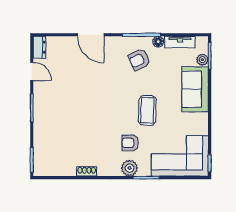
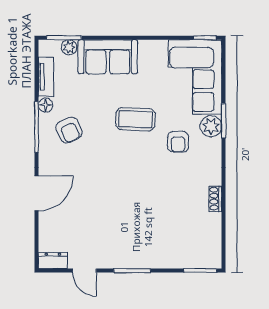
door: (32, 71) -> (84, 271), swing flipped
plant: (130, 168) -> (211, 126), moved

